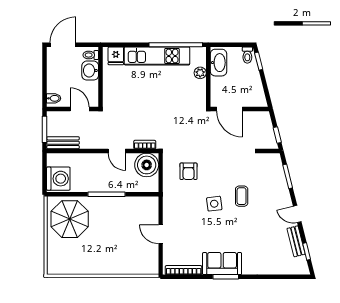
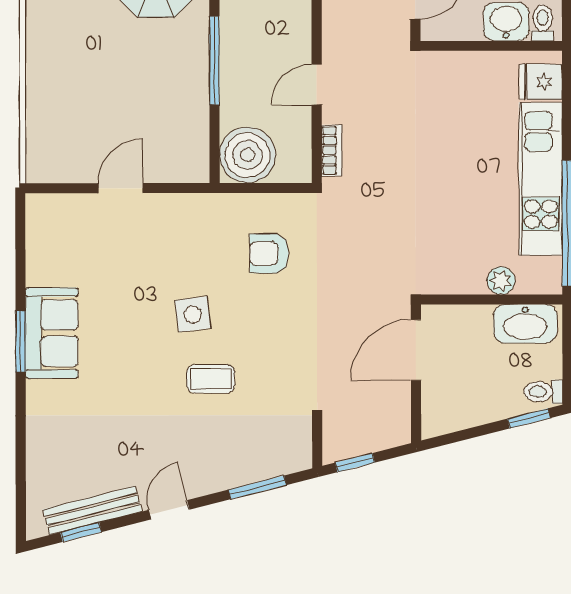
boiler: (147, 165) -> (248, 155), moved
bench: (296, 241) -> (92, 510), width x1.36
bookcase: (184, 270) -> (36, 242), removed

